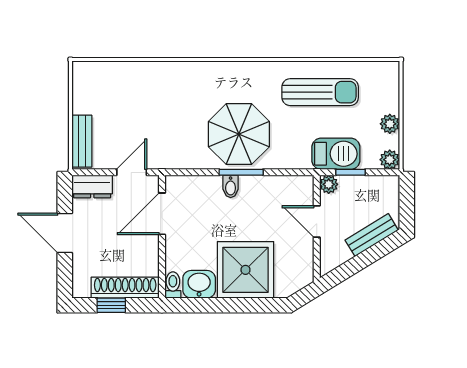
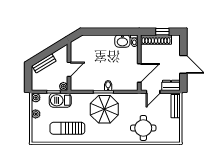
round table: (153, 93) -> (143, 128), added
door: (317, 222) -> (69, 69), hinge flipped
shower: (245, 270) -> (101, 48), removed

